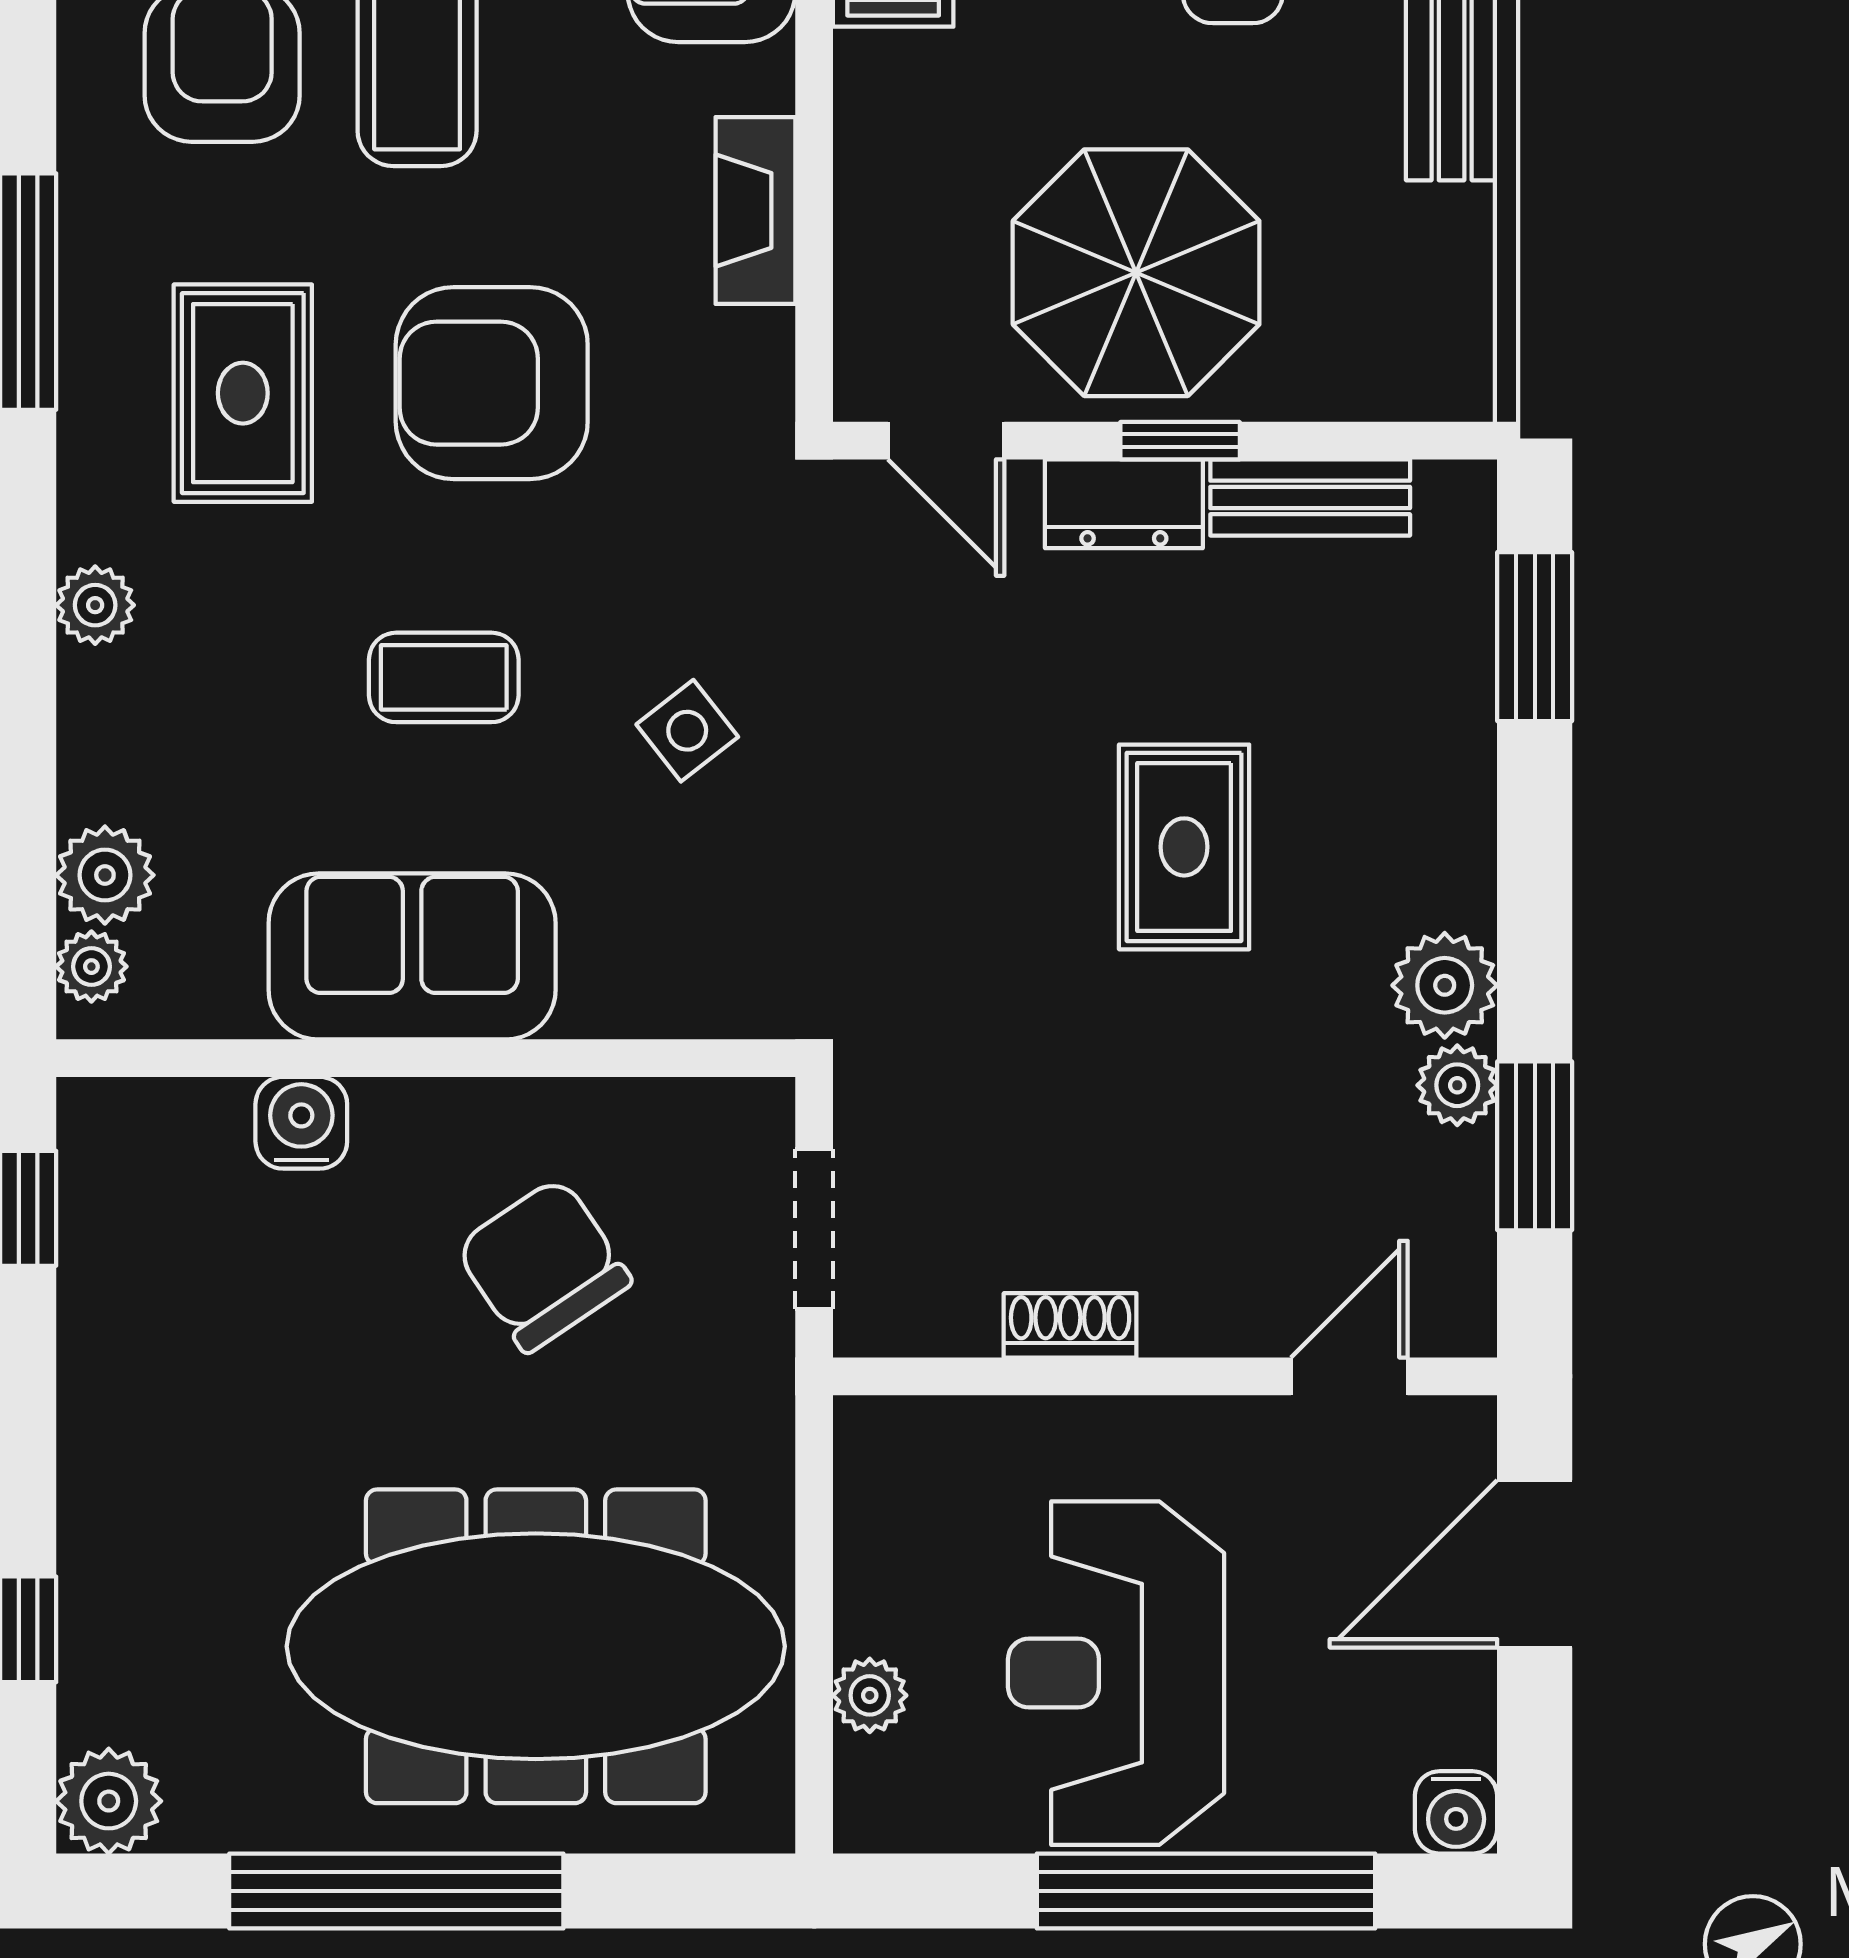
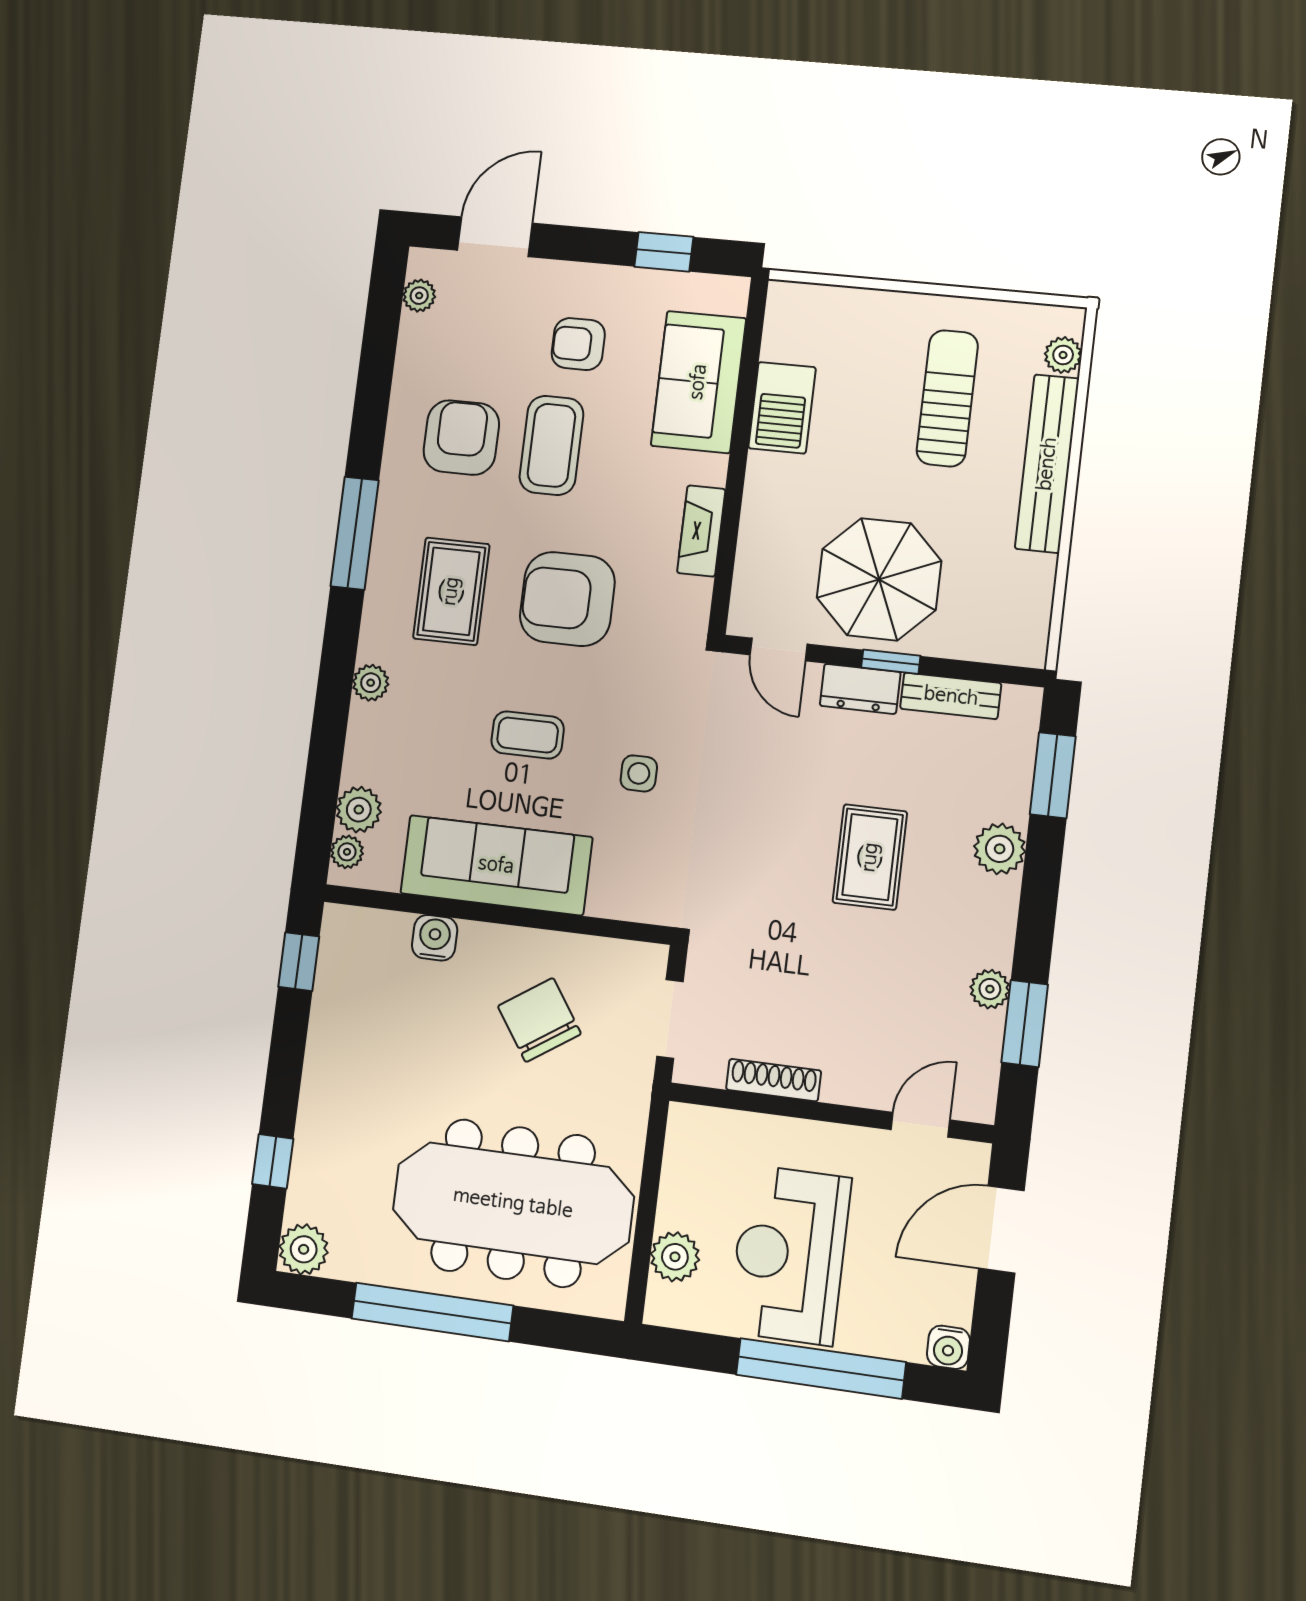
side table: (687, 731) -> (639, 773), turned 38
sofa: (412, 956) -> (496, 865), width x1.36
plant: (1445, 985) -> (1000, 849), moved
shoe rack: (1070, 1325) -> (774, 1080), width x1.43
plant: (870, 1695) -> (675, 1257), width x1.38, depth x1.38

